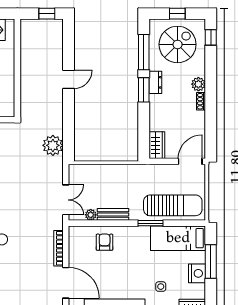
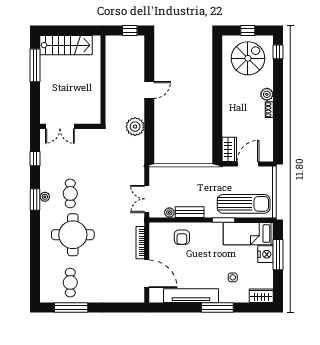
window: (144, 52) -> (217, 65), removed
dresser: (155, 82) -> (228, 93), removed
window: (144, 90) -> (217, 99), removed
plant: (53, 145) -> (135, 127), moved
door: (190, 161) -> (248, 164), moved
double door: (66, 200) -> (147, 199), swing flipped
armchair: (105, 242) -> (182, 237), turned 180
nightstand: (197, 273) -> (266, 254), moved

